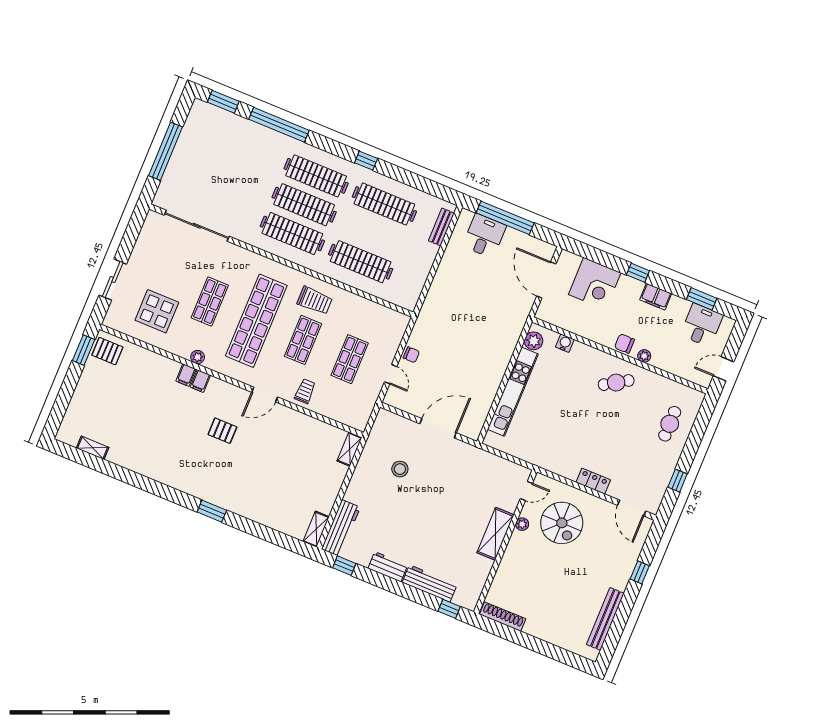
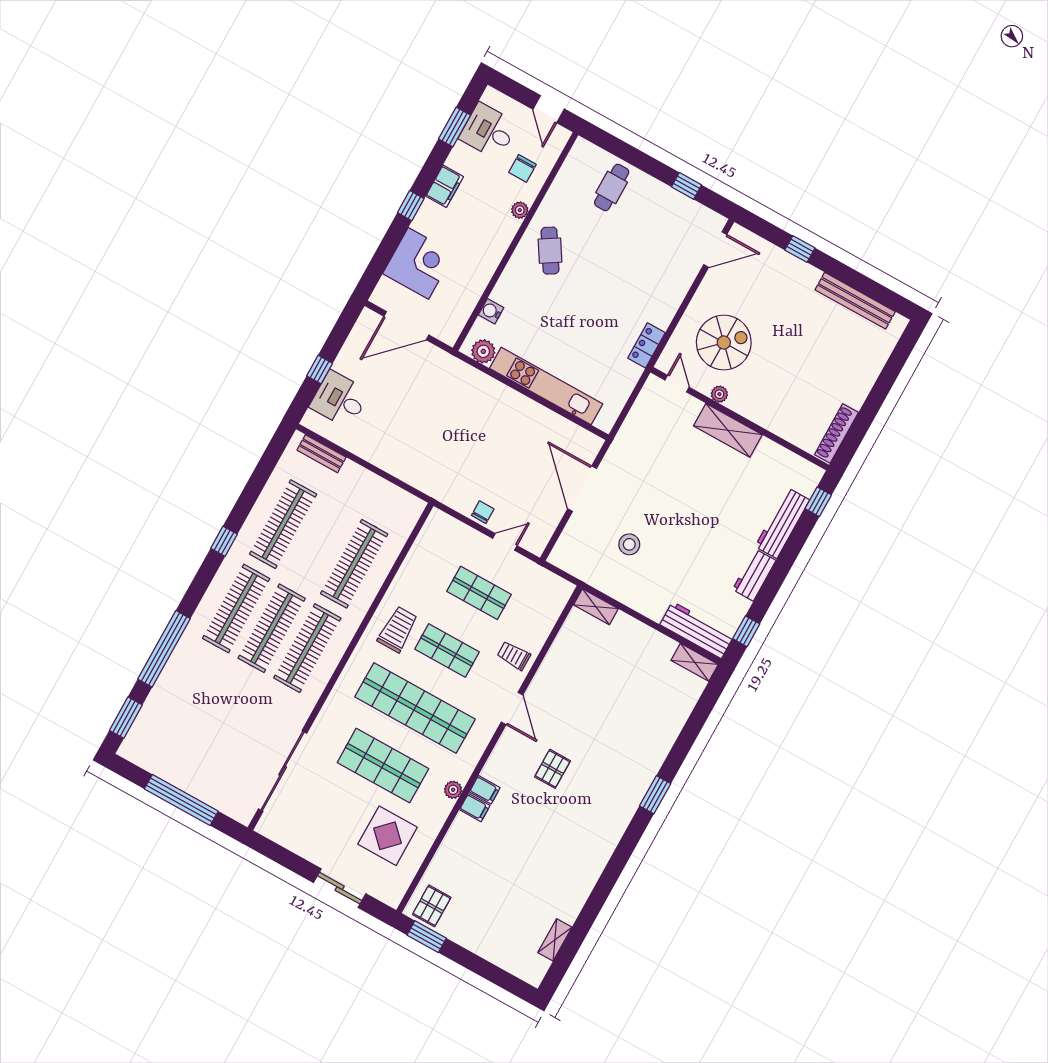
window: (505, 218) -> (320, 370), width x0.32
shop shelf: (210, 301) -> (383, 766), width x1.43, depth x1.36
chair: (624, 344) -> (523, 168), moved
cafe table: (670, 424) -> (612, 187), turned 90
locker: (593, 481) -> (647, 345), moved

